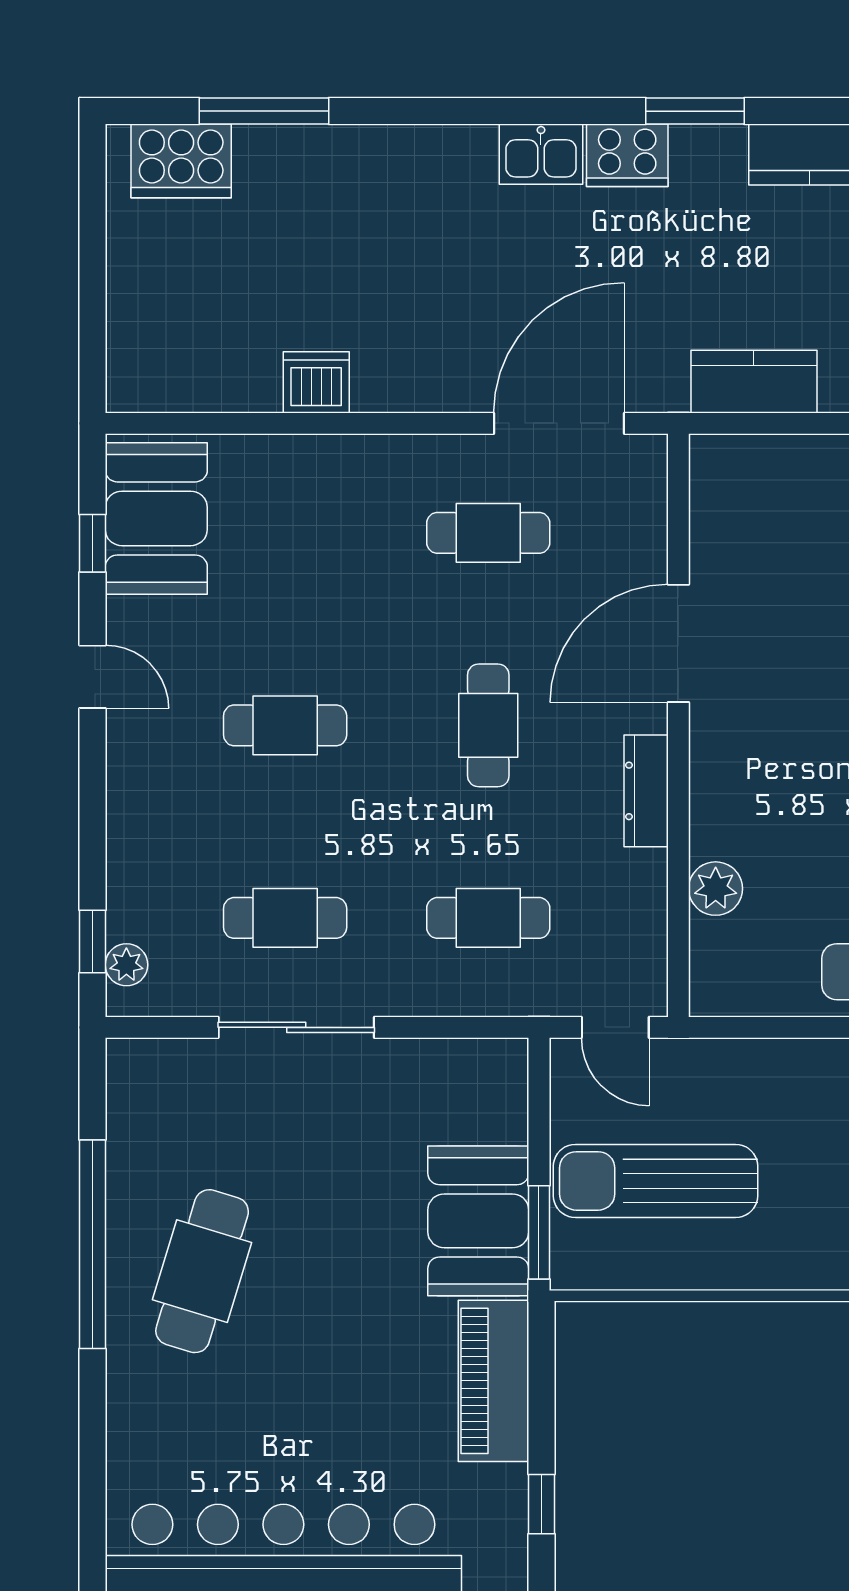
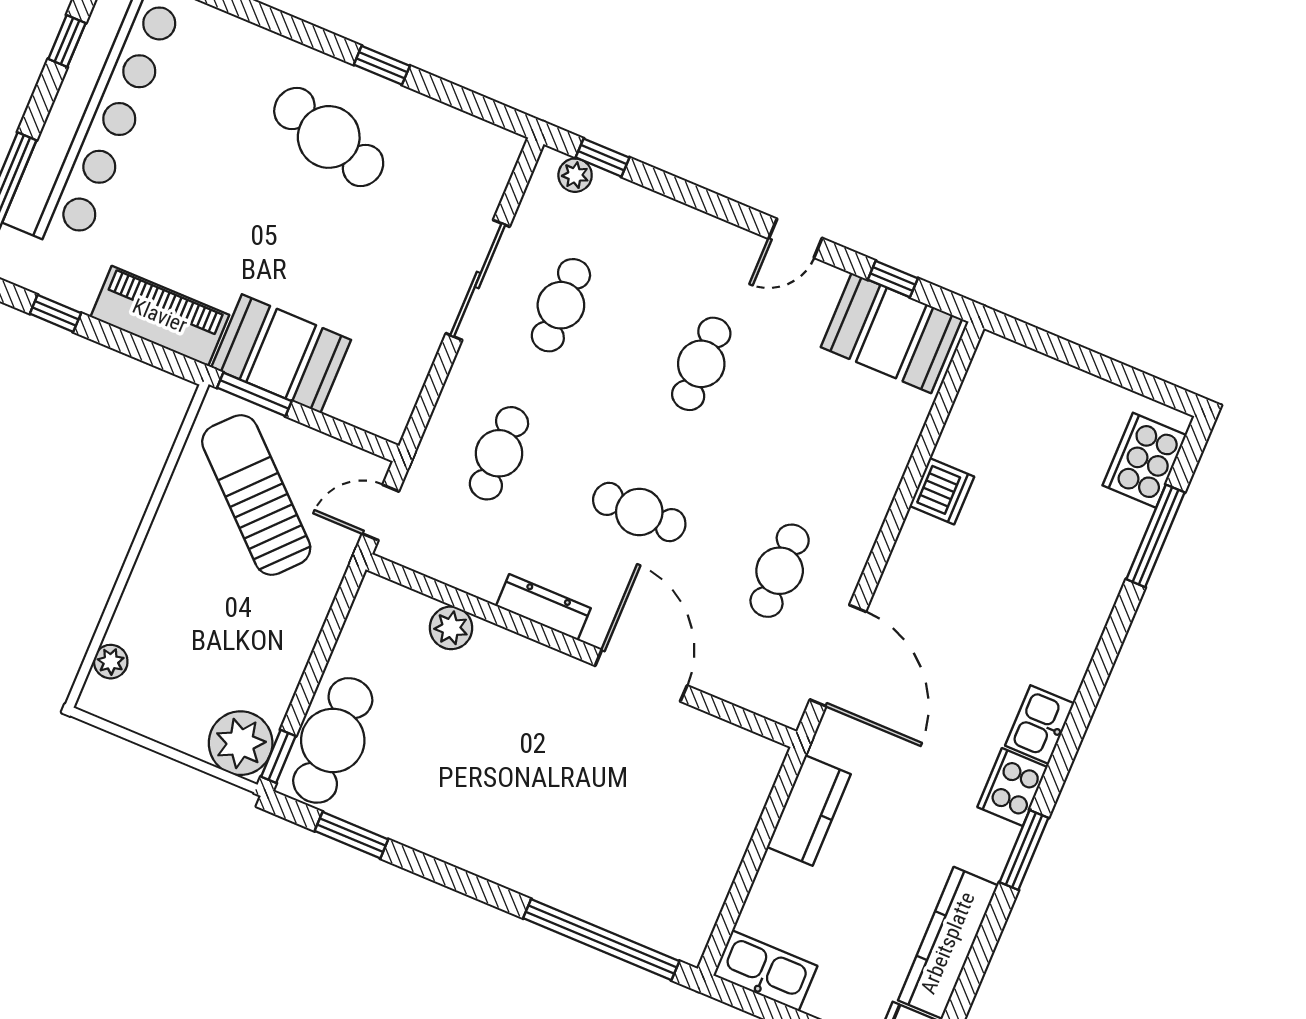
sun lounger: (656, 1181) -> (256, 495), turned -47
window: (92, 1244) -> (382, 65), width x0.32

